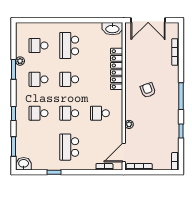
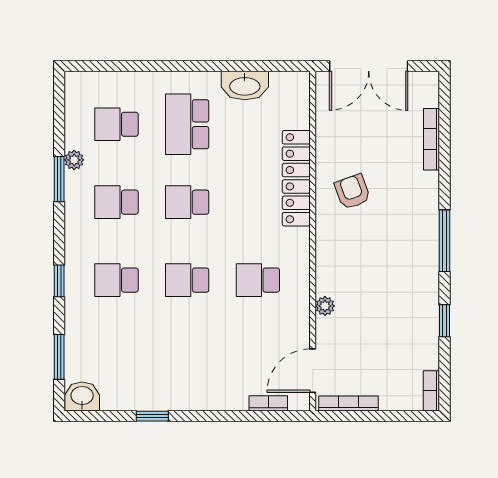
washbasin: (112, 29) -> (245, 86), moved
armchair: (148, 90) -> (352, 192), moved
school desk: (69, 147) -> (187, 358), removed

